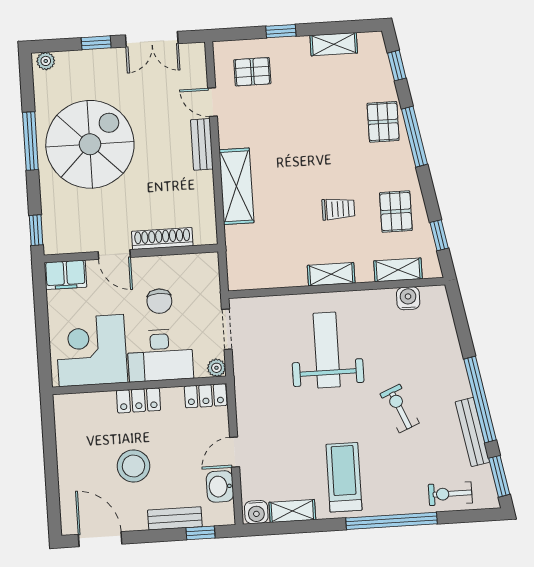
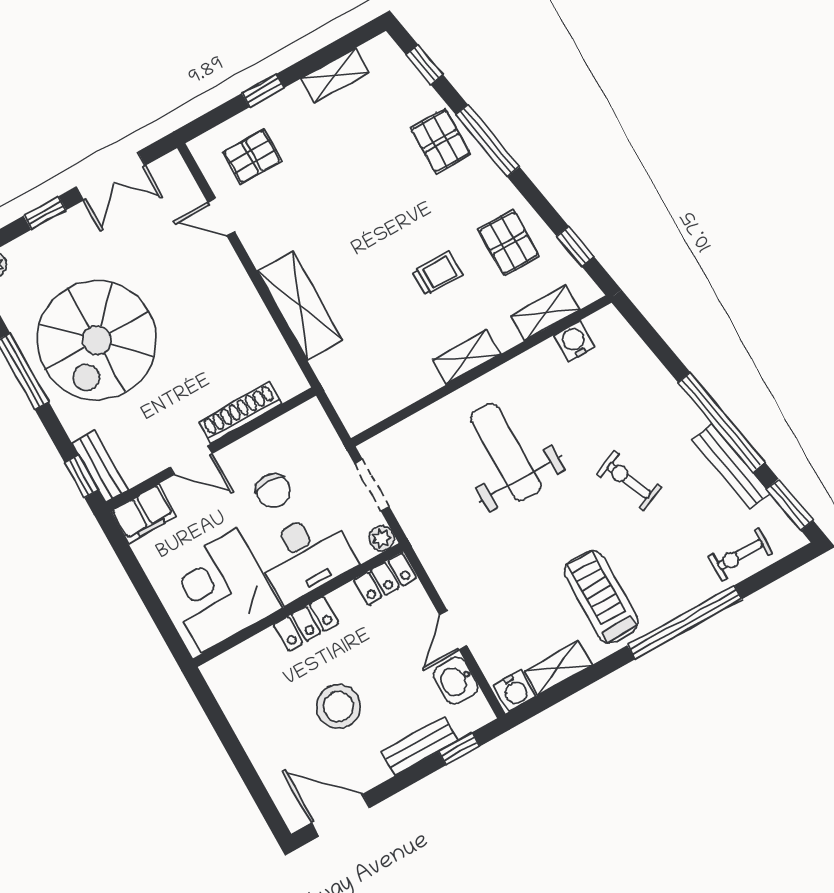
spiral stairs: (90, 144) -> (97, 340), turned 180
bench: (202, 144) -> (100, 466), moved

